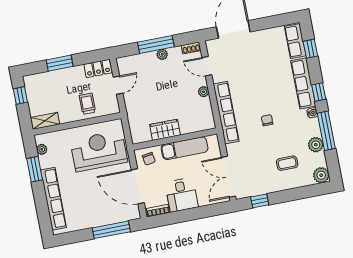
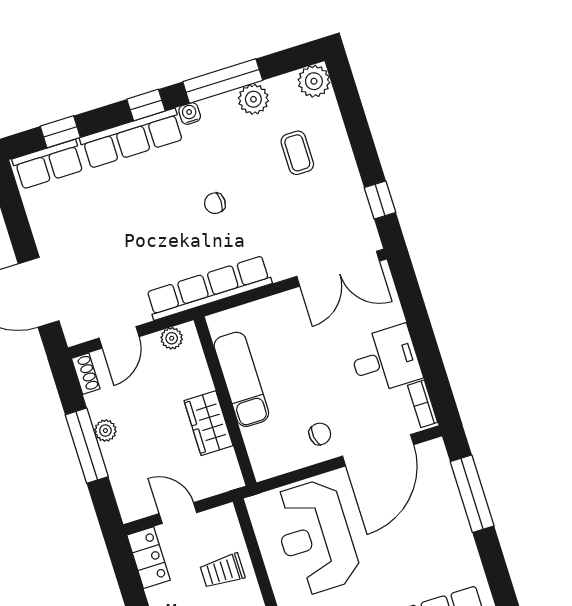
wardrobe: (165, 130) -> (208, 423), moved
wall: (175, 139) -> (225, 401), moved
exam couch: (185, 148) -> (241, 379), moved

